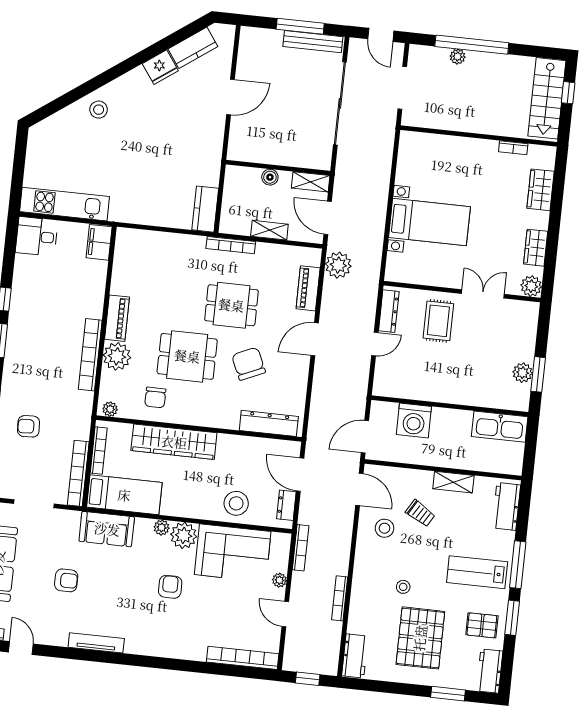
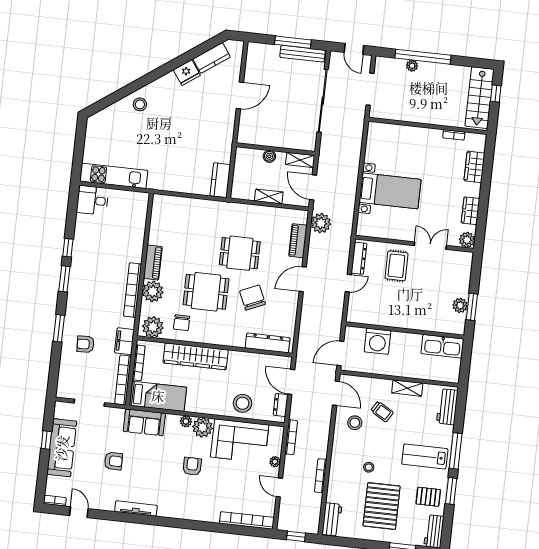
filing cabinet: (99, 242) -> (124, 341), moved
bookcase: (231, 245) -> (239, 208), removed
plant: (110, 409) -> (153, 327), width x1.88, depth x1.88

